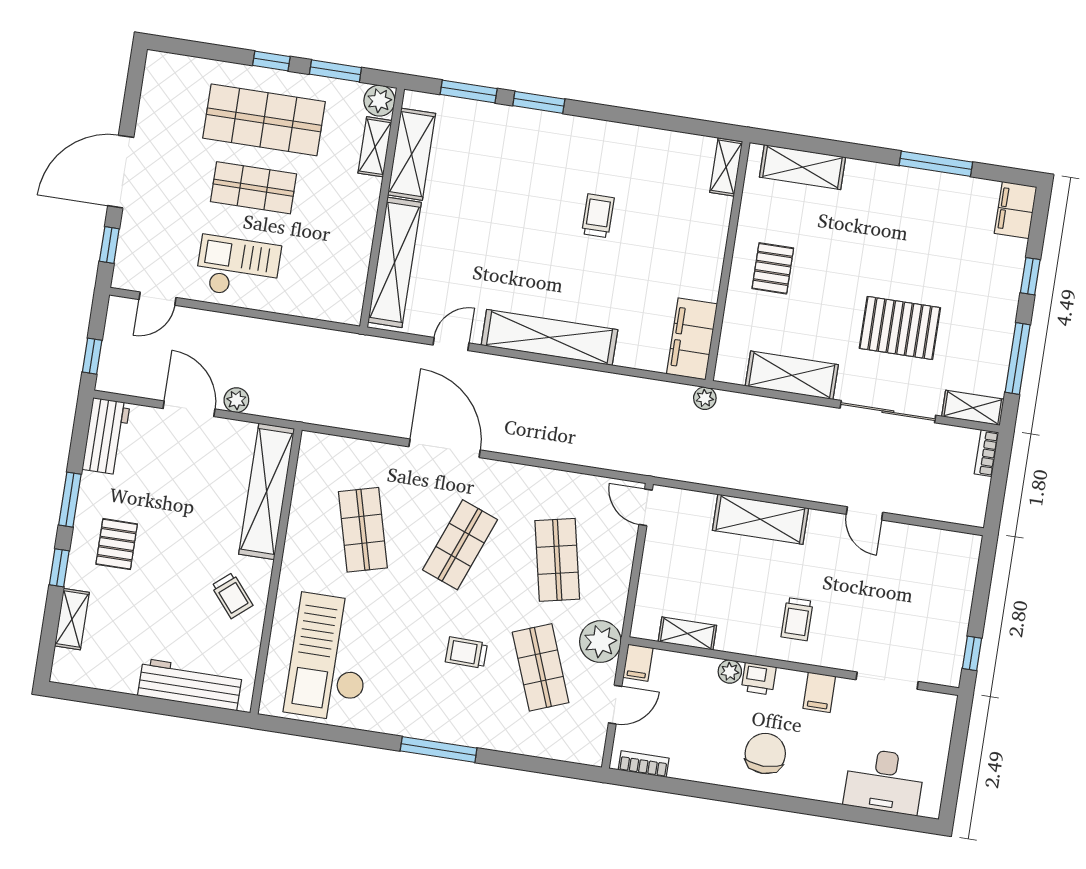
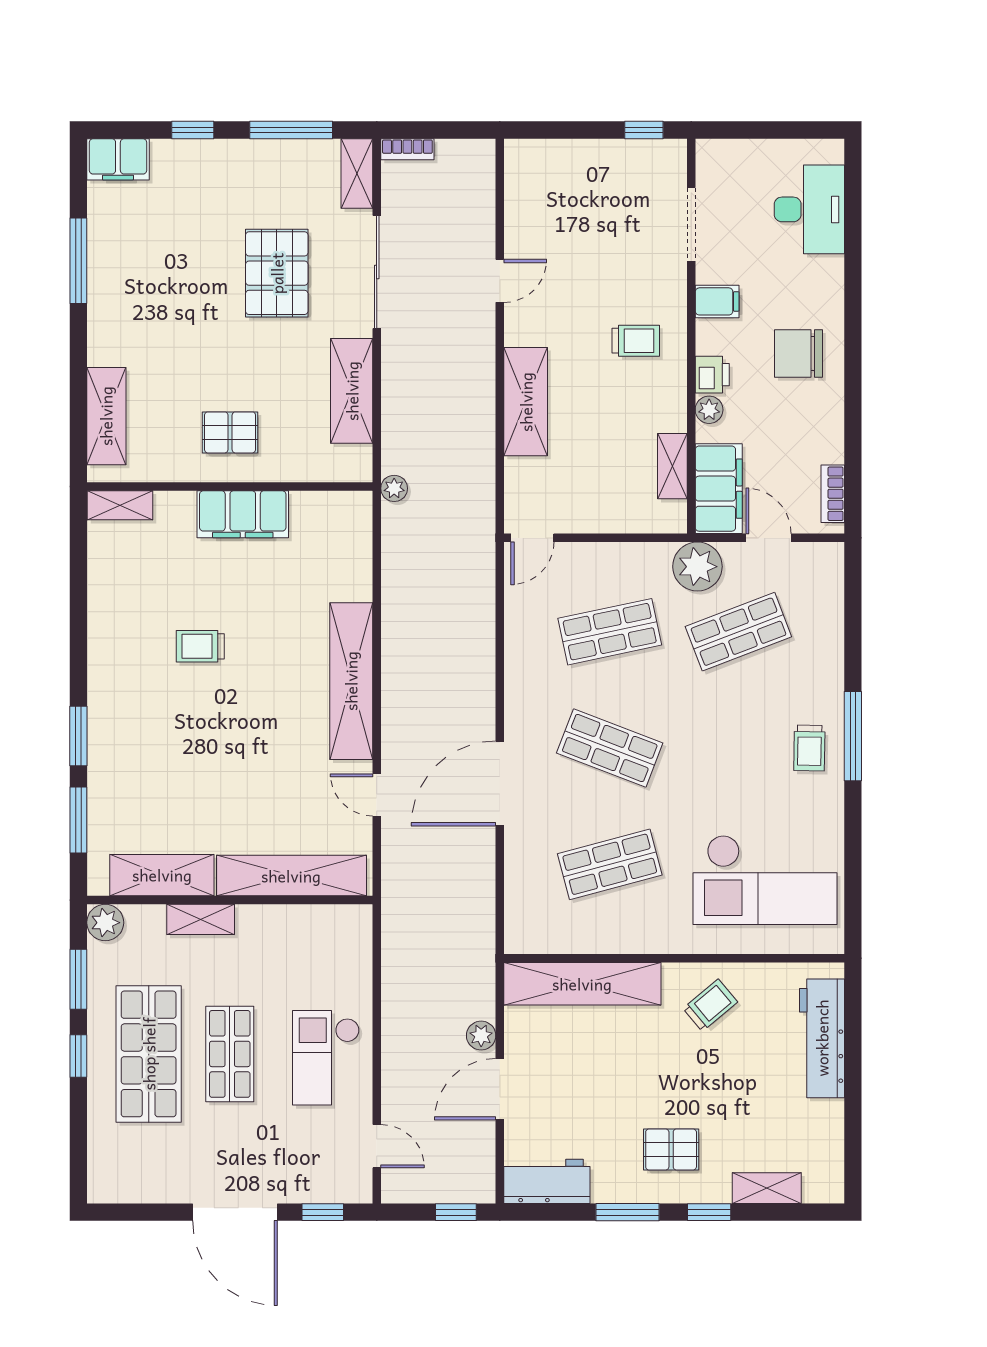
shelving: (375, 147) -> (201, 919), moved
filing cabinet: (692, 339) -> (243, 514), moved
trolley: (466, 653) -> (809, 748), moved
filing cabinet: (638, 663) -> (719, 489), width x3.00, depth x1.17

